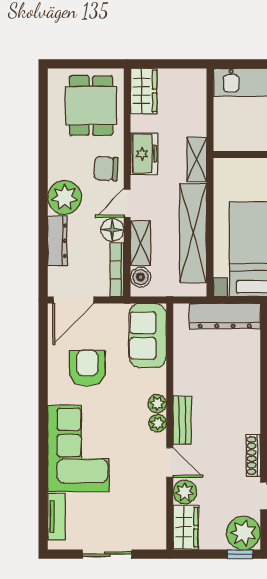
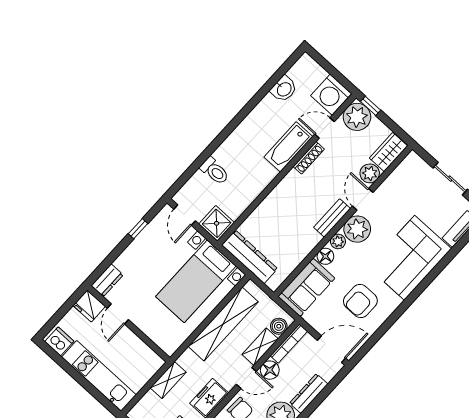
shelving: (197, 159) -> (168, 380), moved
floor lamp: (156, 380) -> (325, 256), added
plant: (158, 423) -> (357, 229), width x1.88, depth x1.88

